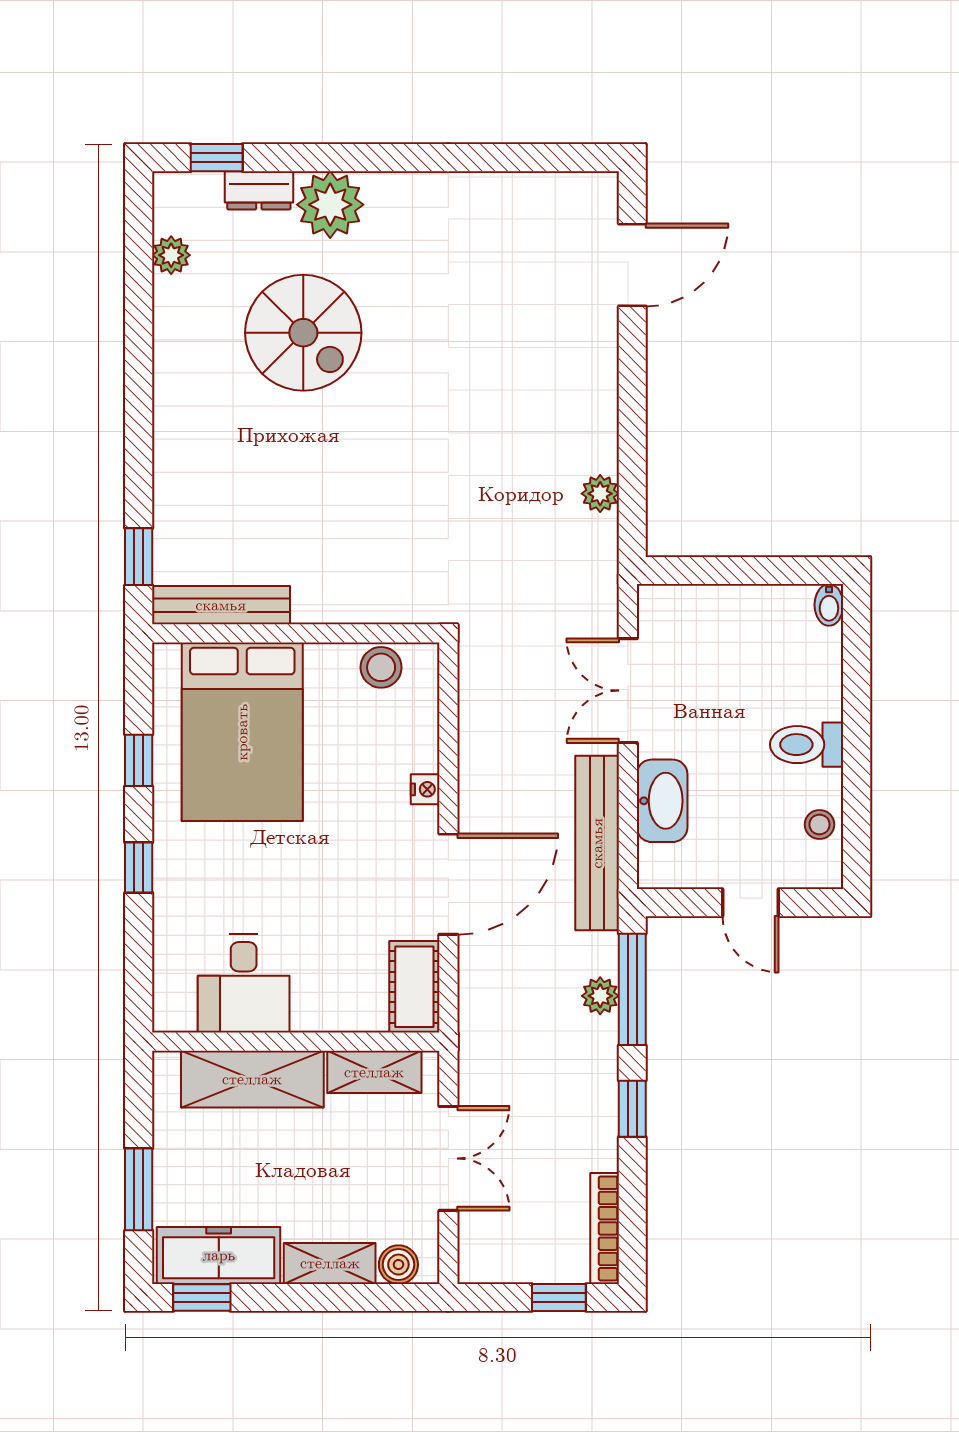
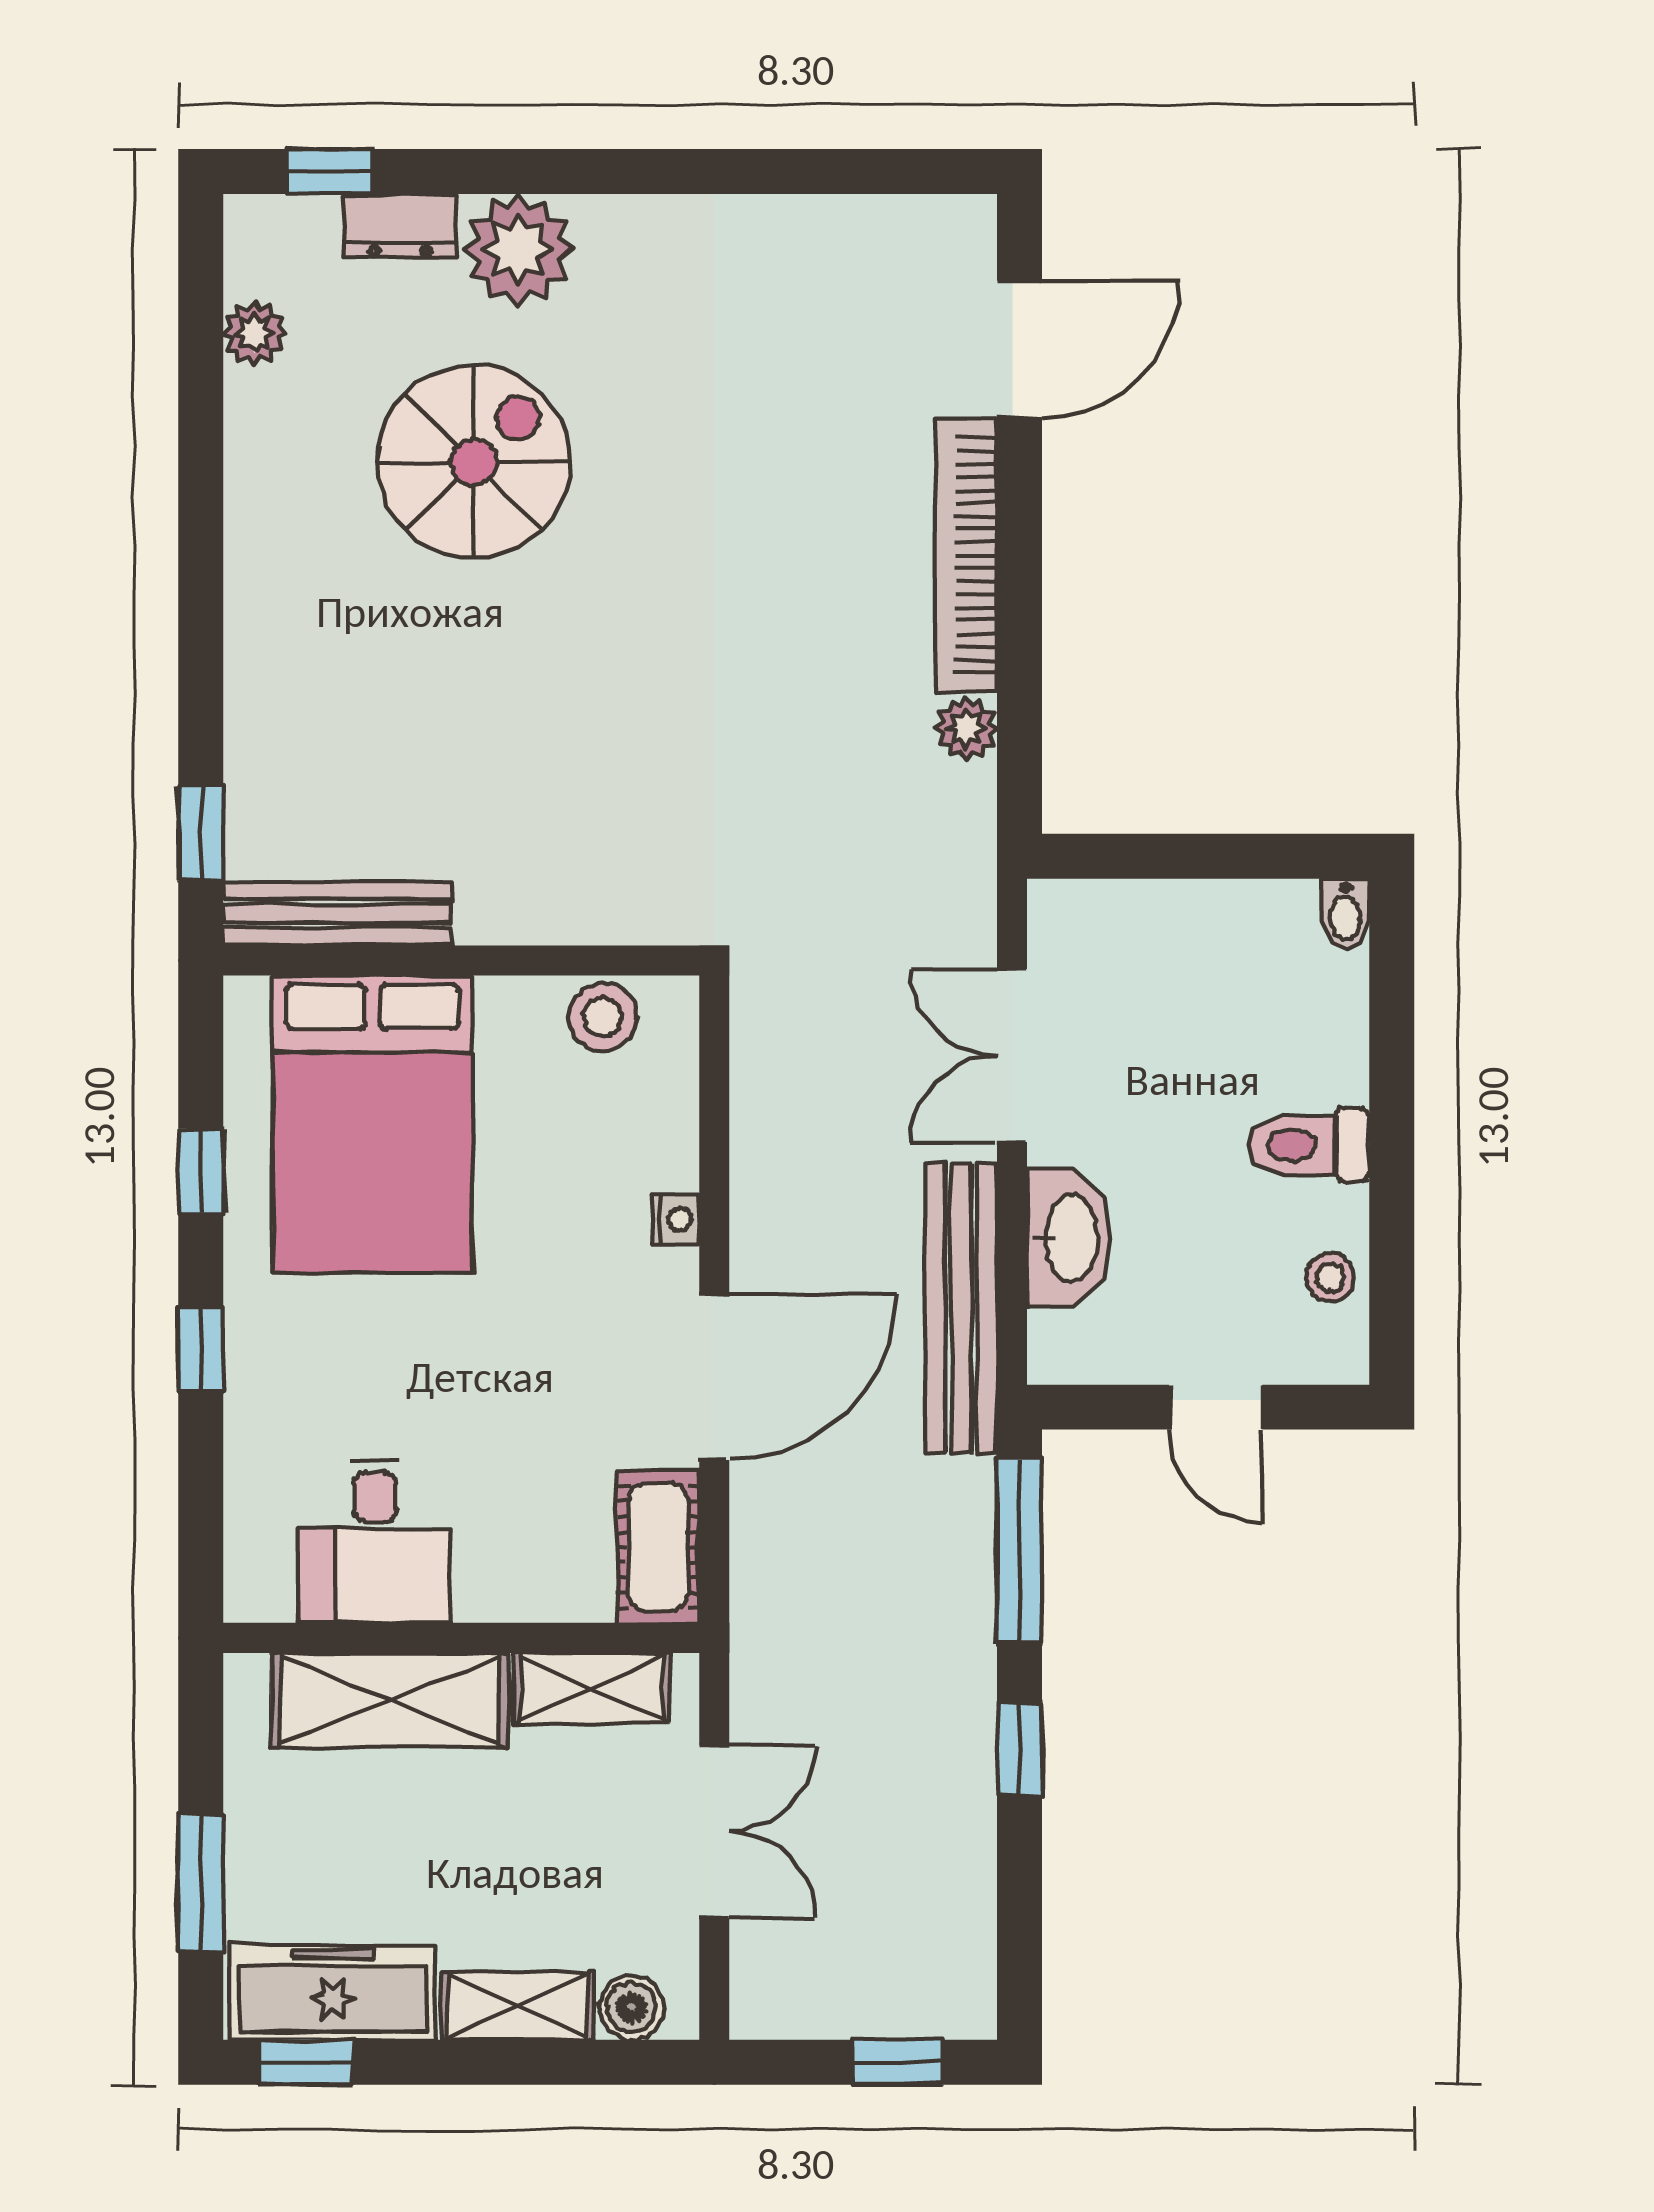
spiral stairs: (303, 333) -> (474, 462), turned -90
plant: (600, 996) -> (966, 1562), removed
bookcase: (605, 1228) -> (966, 555), moved, width x1.48, depth x1.31

